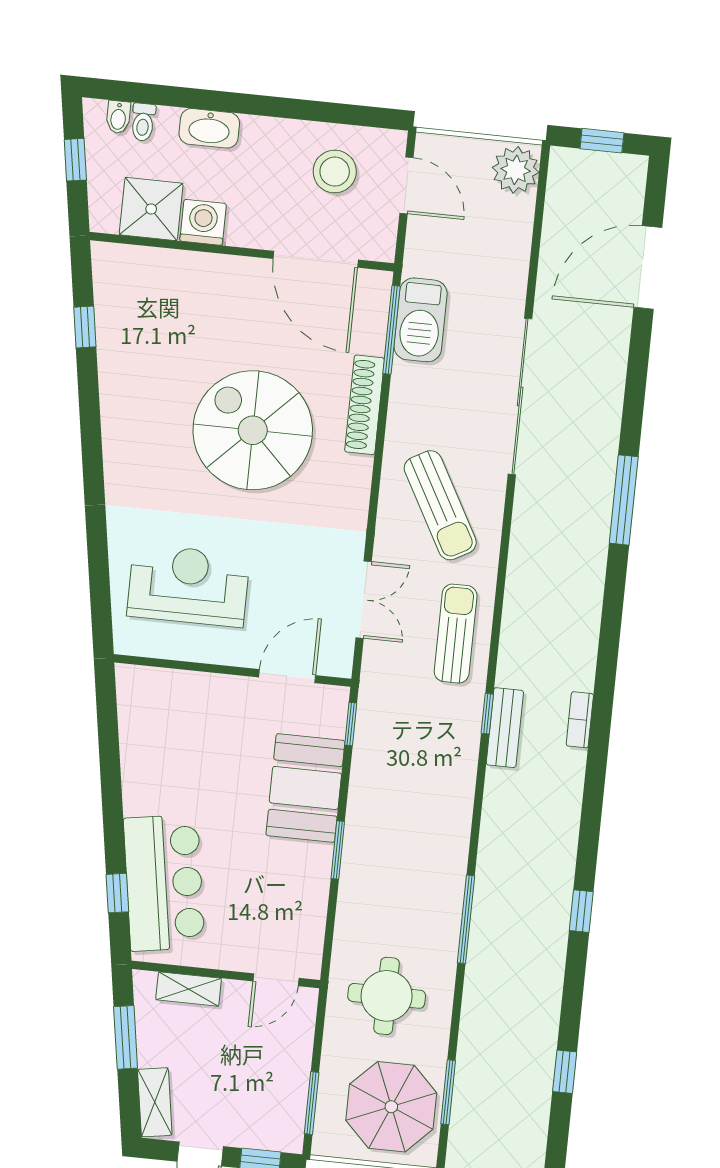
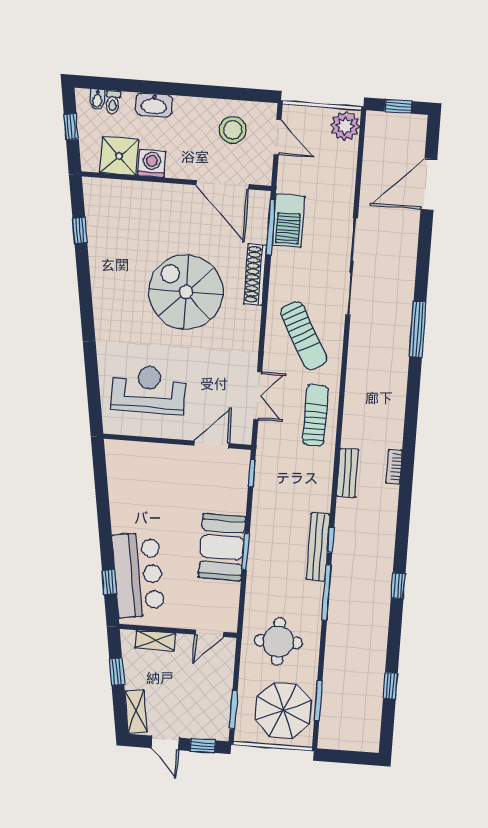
window: (487, 714) -> (331, 540), moved
booth: (305, 788) -> (222, 547), moved
bench: (454, 845) -> (318, 547), added
window: (126, 1037) -> (117, 672), width x0.67

